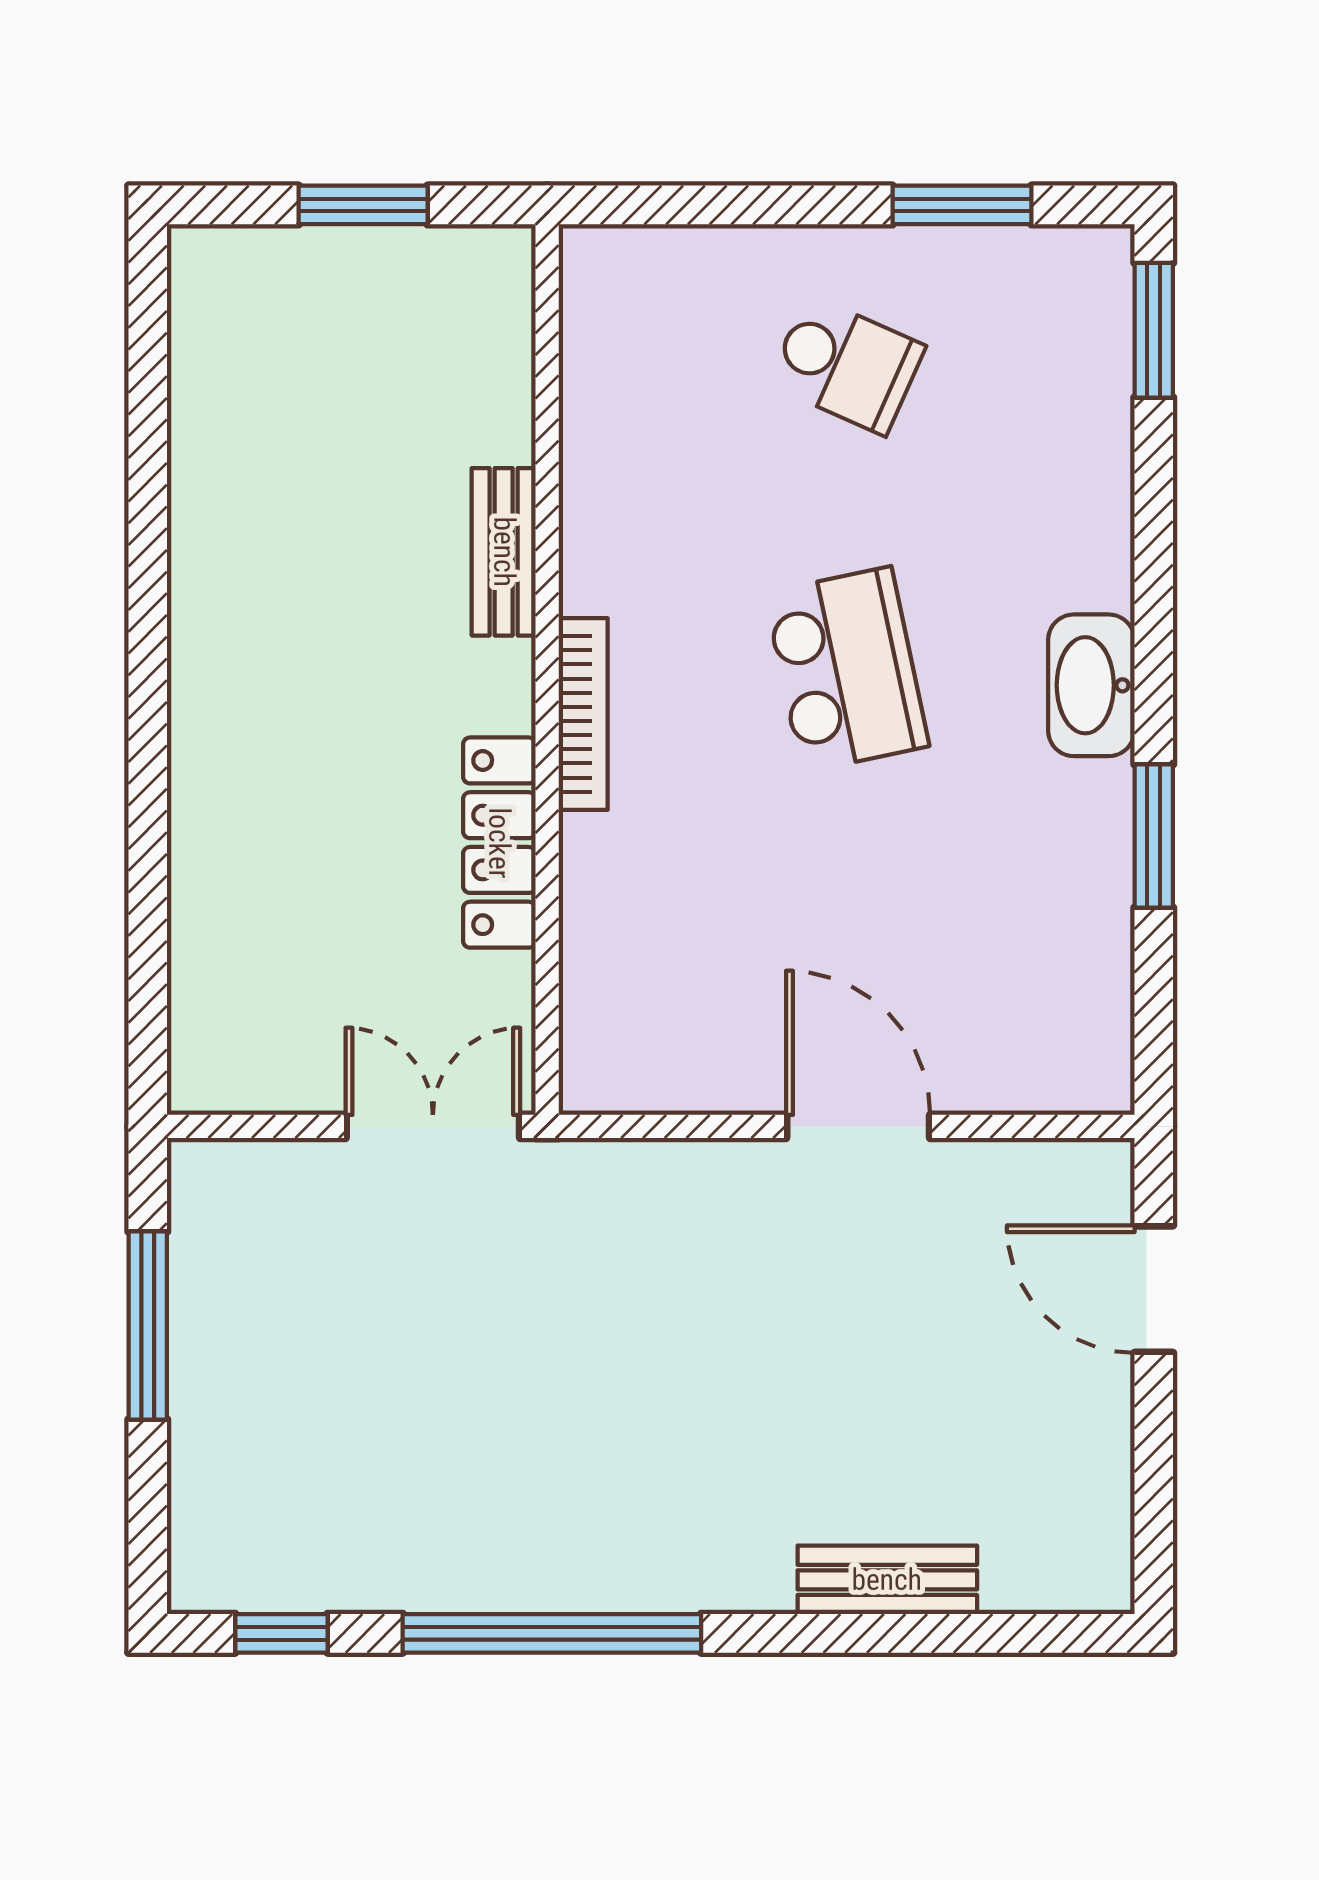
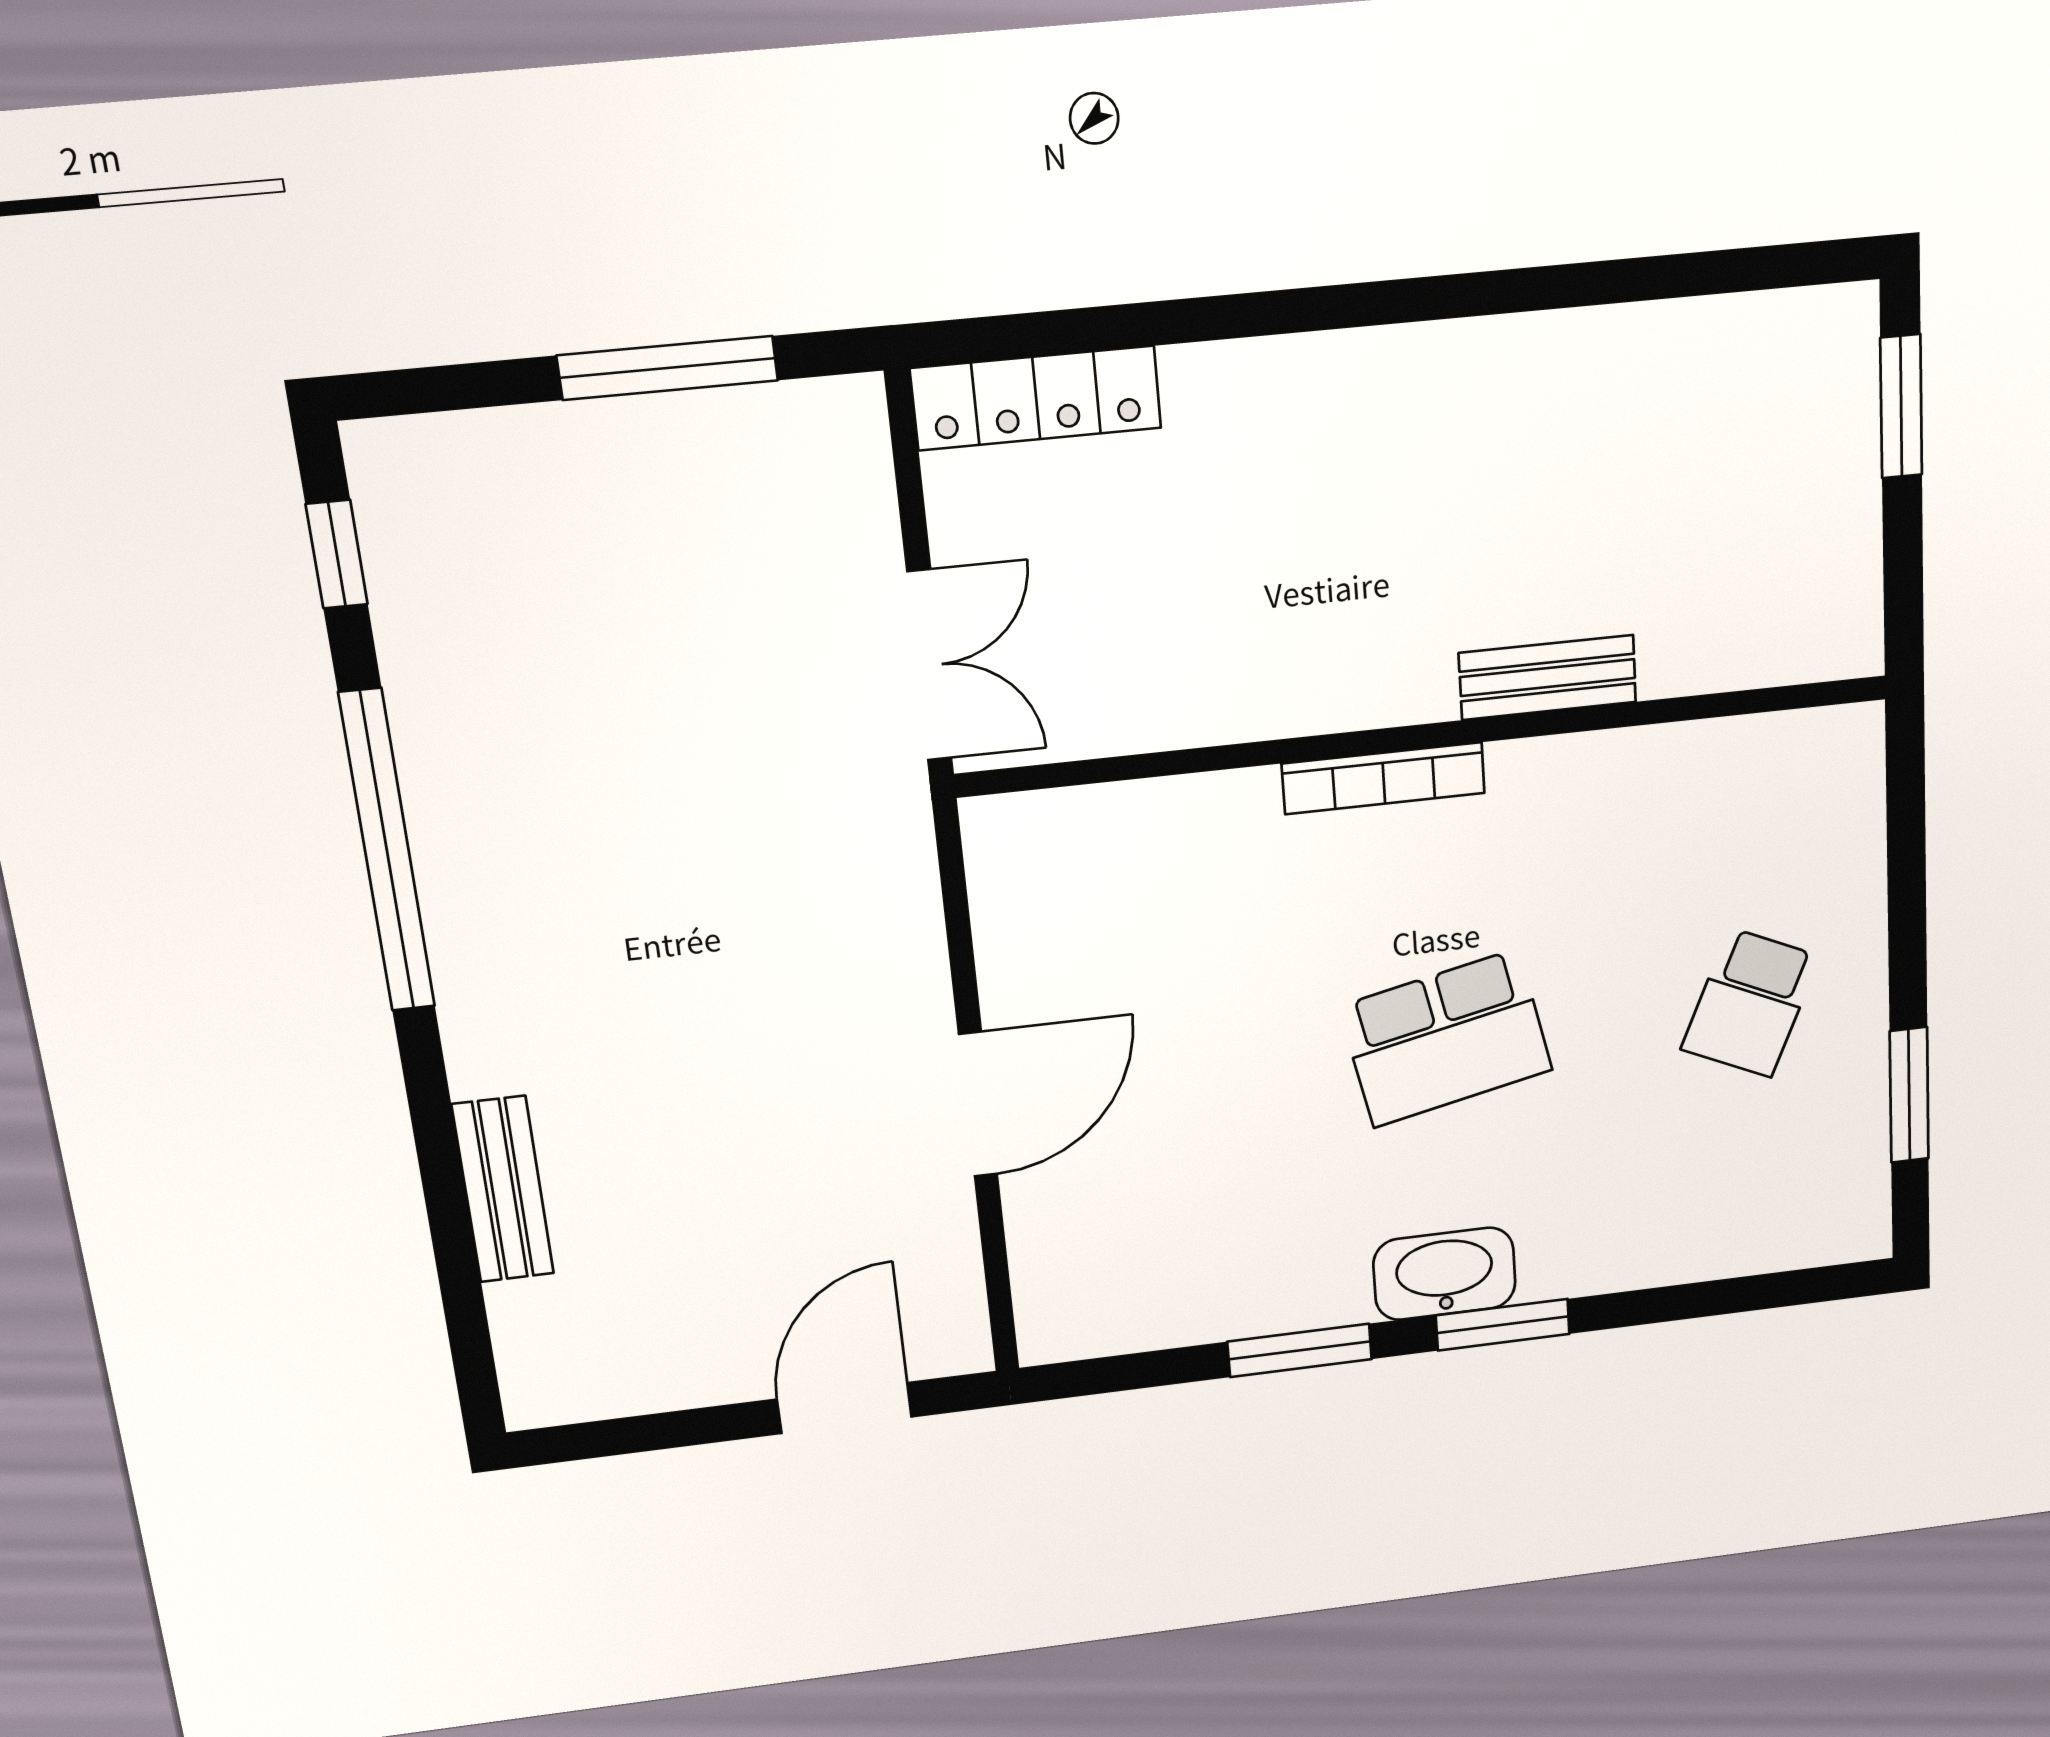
window: (363, 205) -> (1901, 407), moved
window: (1154, 330) -> (1503, 1325), moved
locker: (499, 843) -> (1036, 398), moved, turned 180

